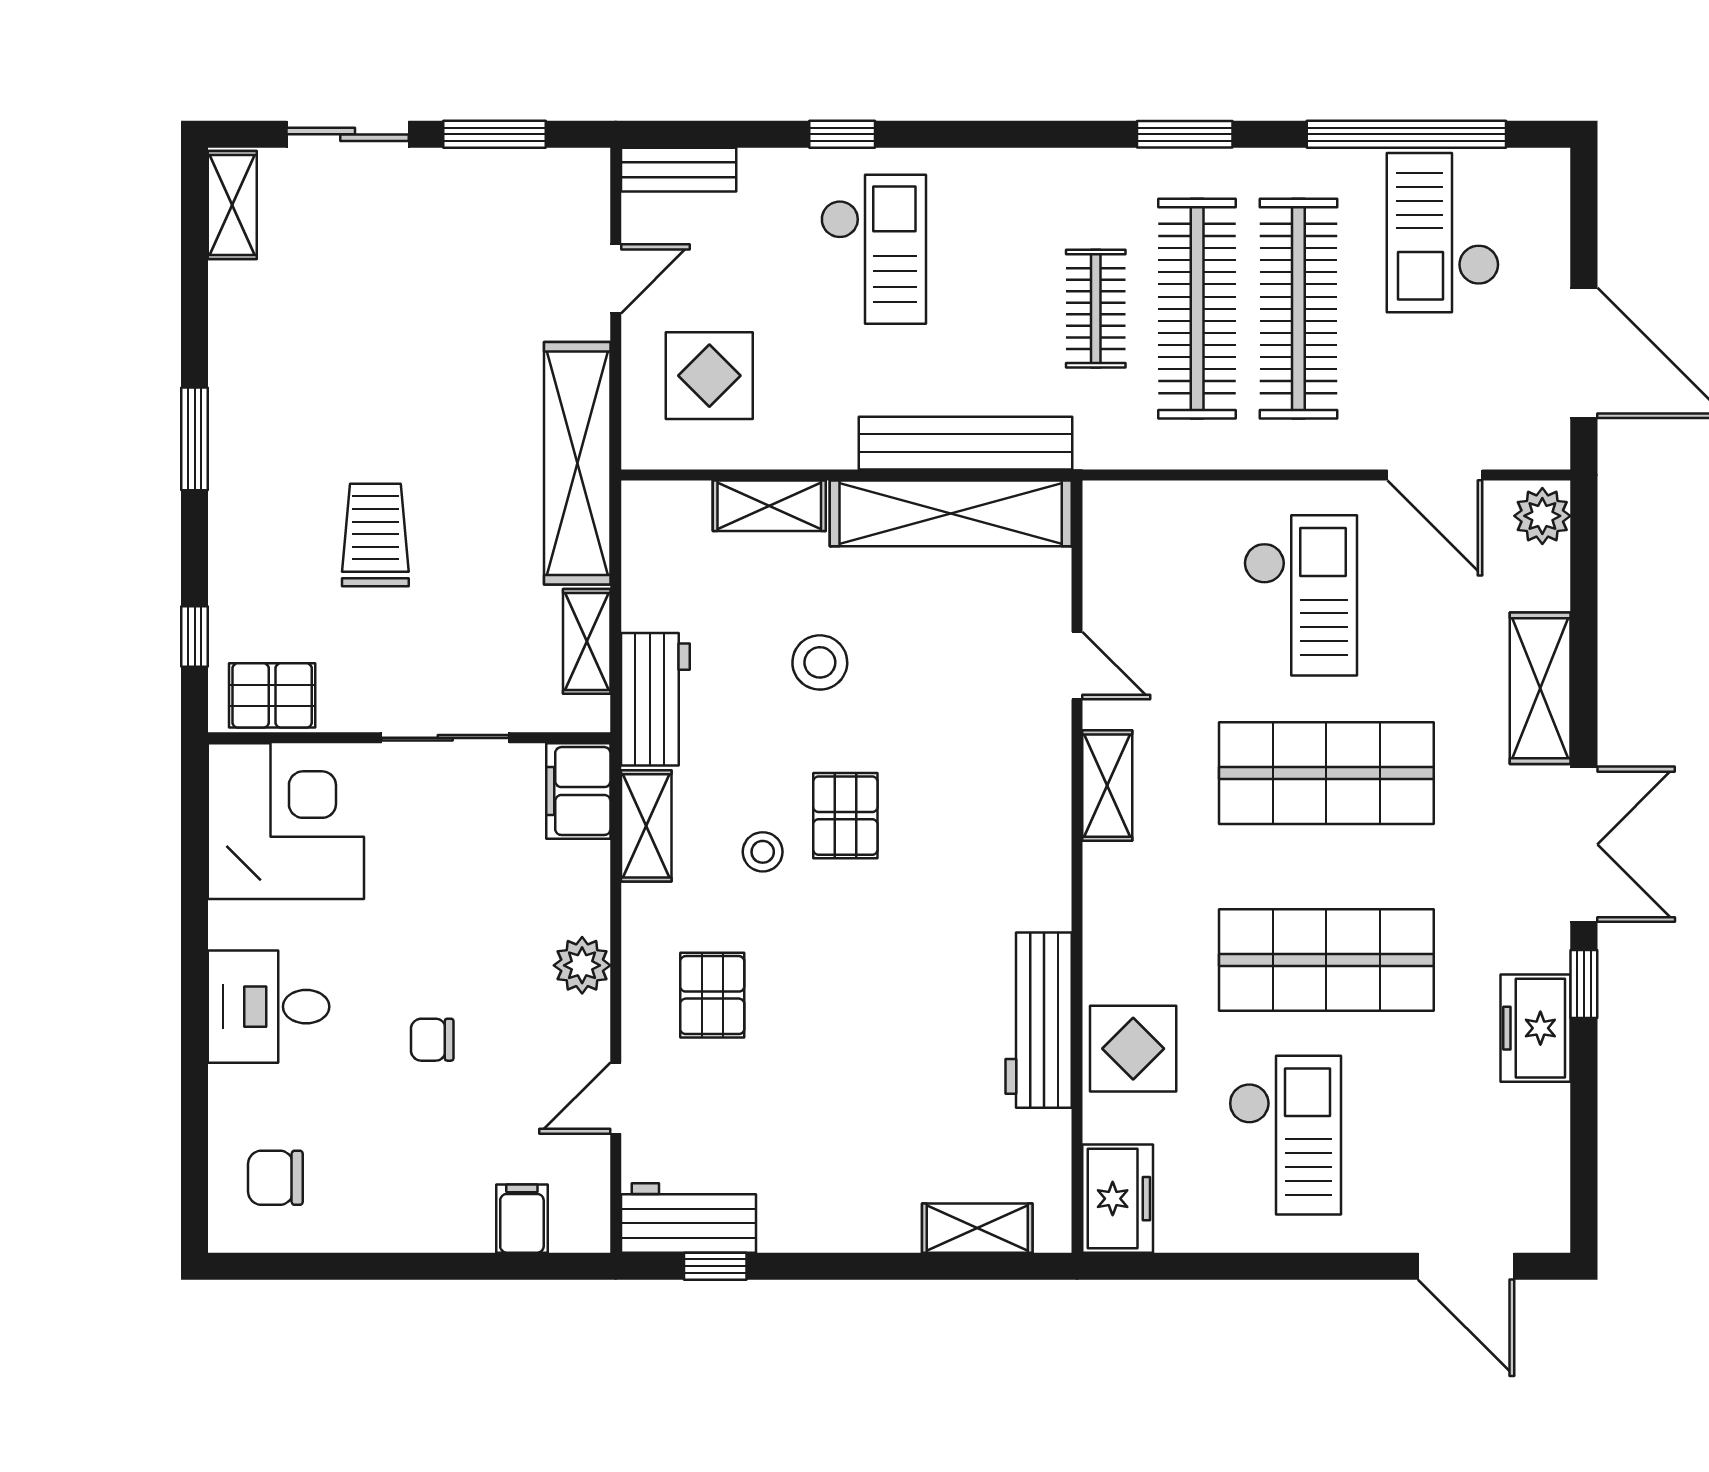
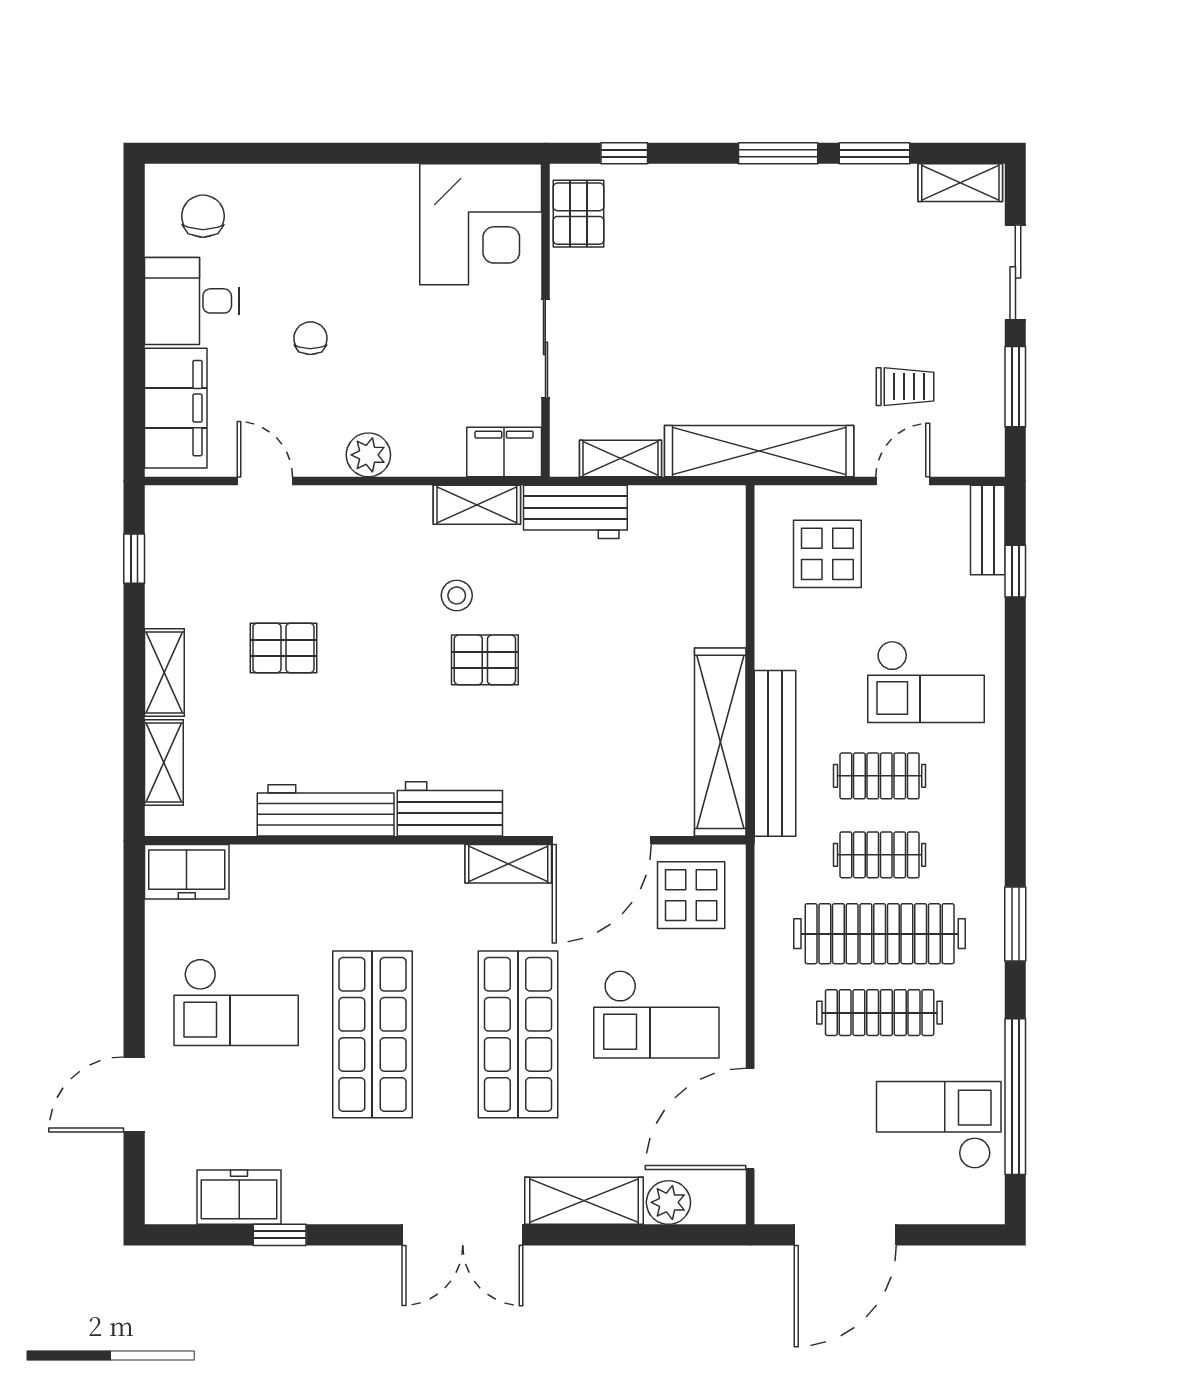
window: (842, 134) -> (1015, 571), moved
door: (616, 279) -> (903, 481), swing flipped
clothes rail: (994, 309) -> (880, 776), added
clothes rail: (1298, 309) -> (880, 1013), width x0.73, depth x0.76
window: (195, 315) -> (875, 153), added
door: (1435, 475) -> (750, 1119), width x1.36
shelving: (769, 506) -> (164, 672), moved
plant: (1542, 516) -> (668, 1202), moved
trolley: (375, 535) -> (905, 387), moved, width x0.73, depth x0.72
stool: (820, 662) -> (604, 640), removed
door: (1077, 666) -> (602, 840), width x1.88
window: (1584, 984) -> (280, 1235), moved
pallet: (712, 995) -> (283, 648), moved
desk: (269, 1007) -> (192, 301), moved, turned -90
freezer: (1536, 1028) -> (239, 1197), moved
display table: (1133, 1049) -> (691, 895), moved
workbench: (688, 1218) -> (450, 809), moved, turned -90
filing cabinet: (522, 1219) -> (176, 408), width x3.00, depth x1.17
door: (1466, 1266) -> (134, 1094), moved

